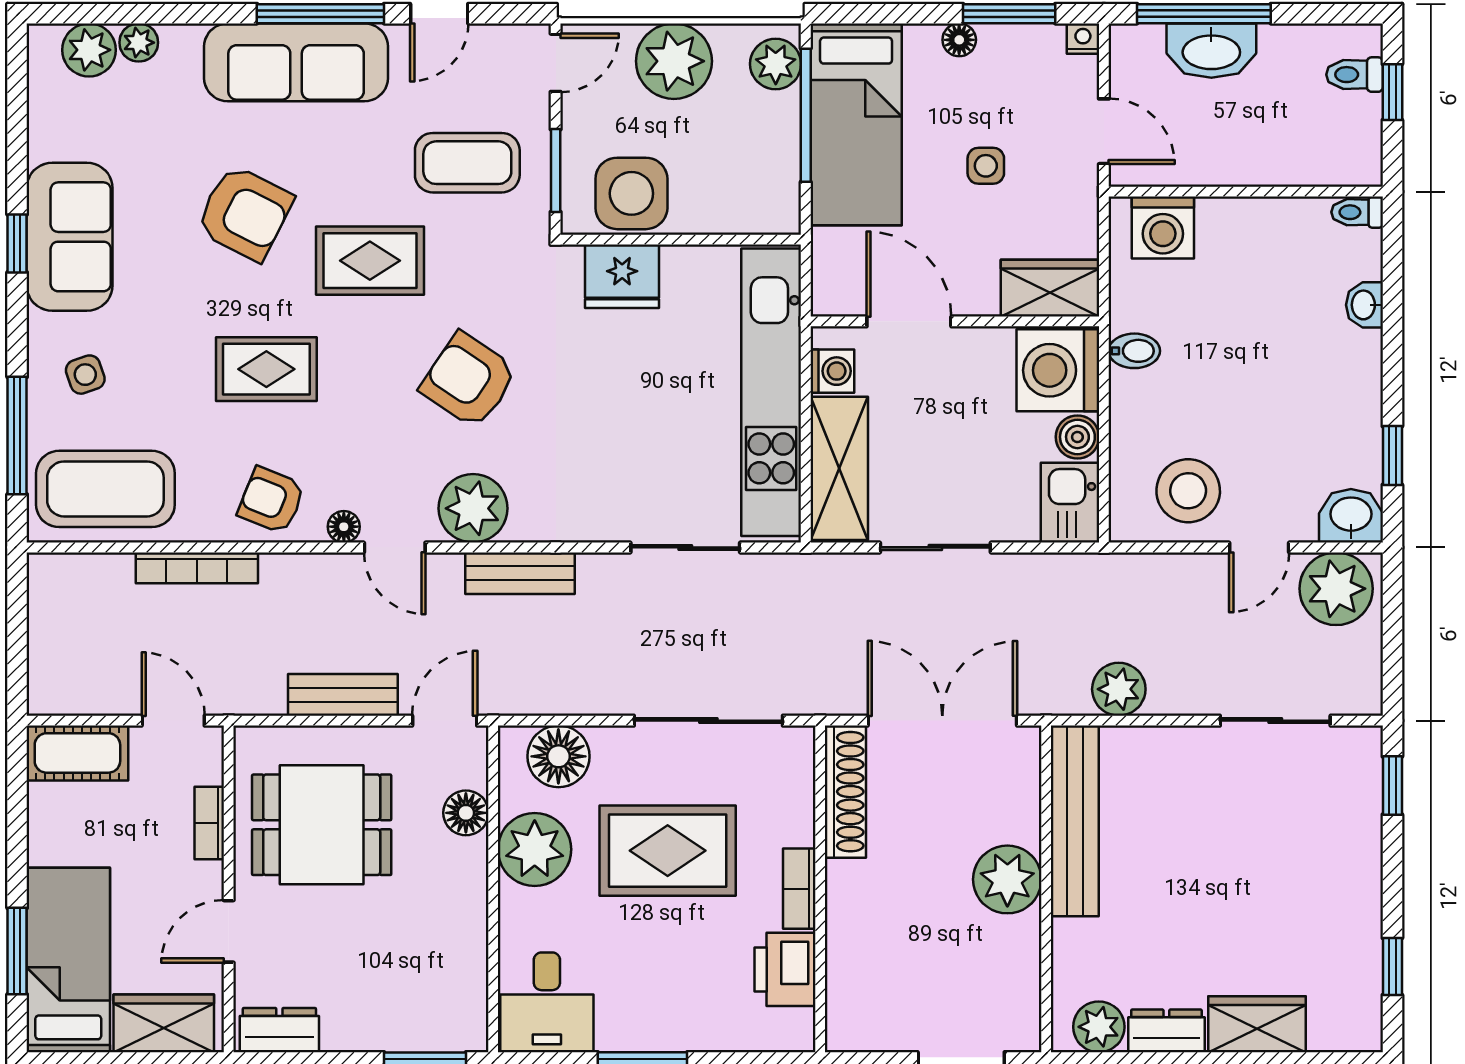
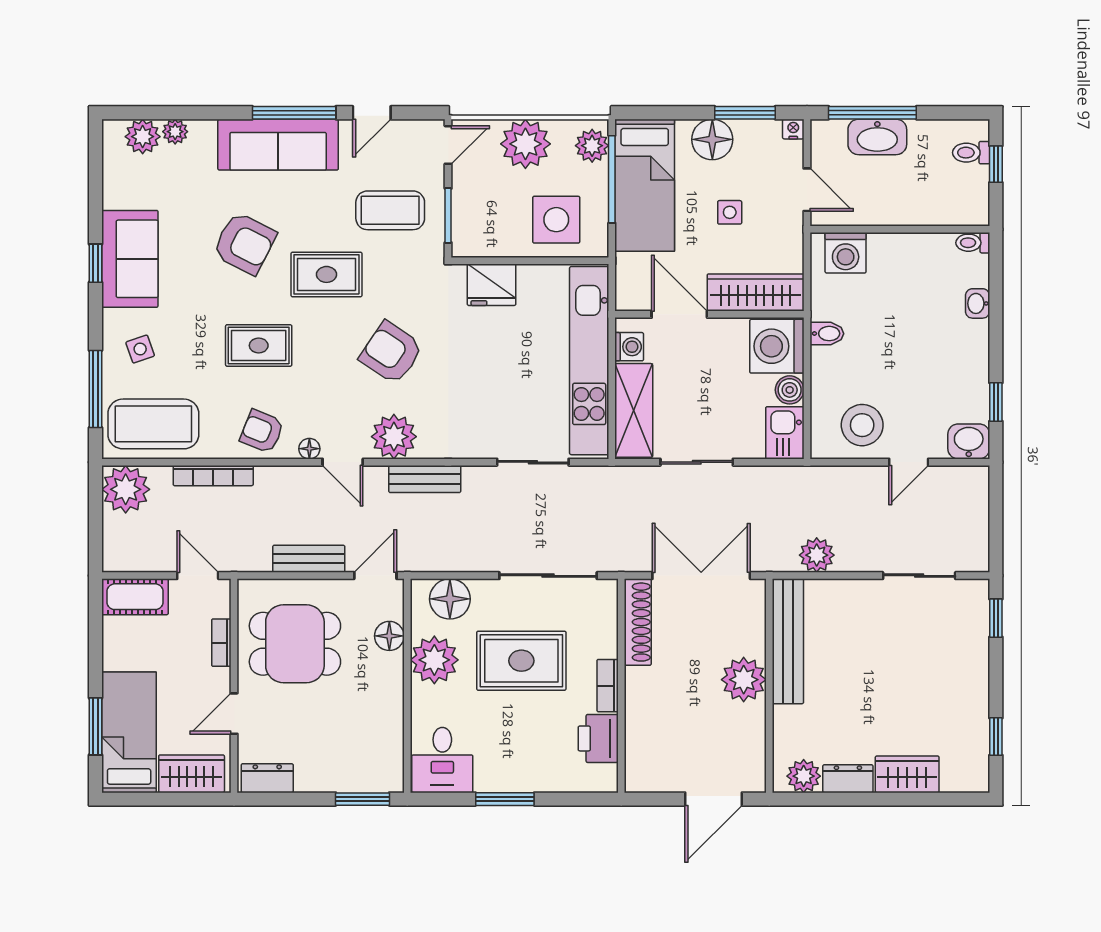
floor lamp: (959, 40) -> (712, 139), width x1.89, depth x1.89
side table: (631, 193) -> (556, 220), moved
wardrobe: (1050, 288) -> (756, 292), width x1.50
plant: (1336, 589) -> (126, 489), moved

